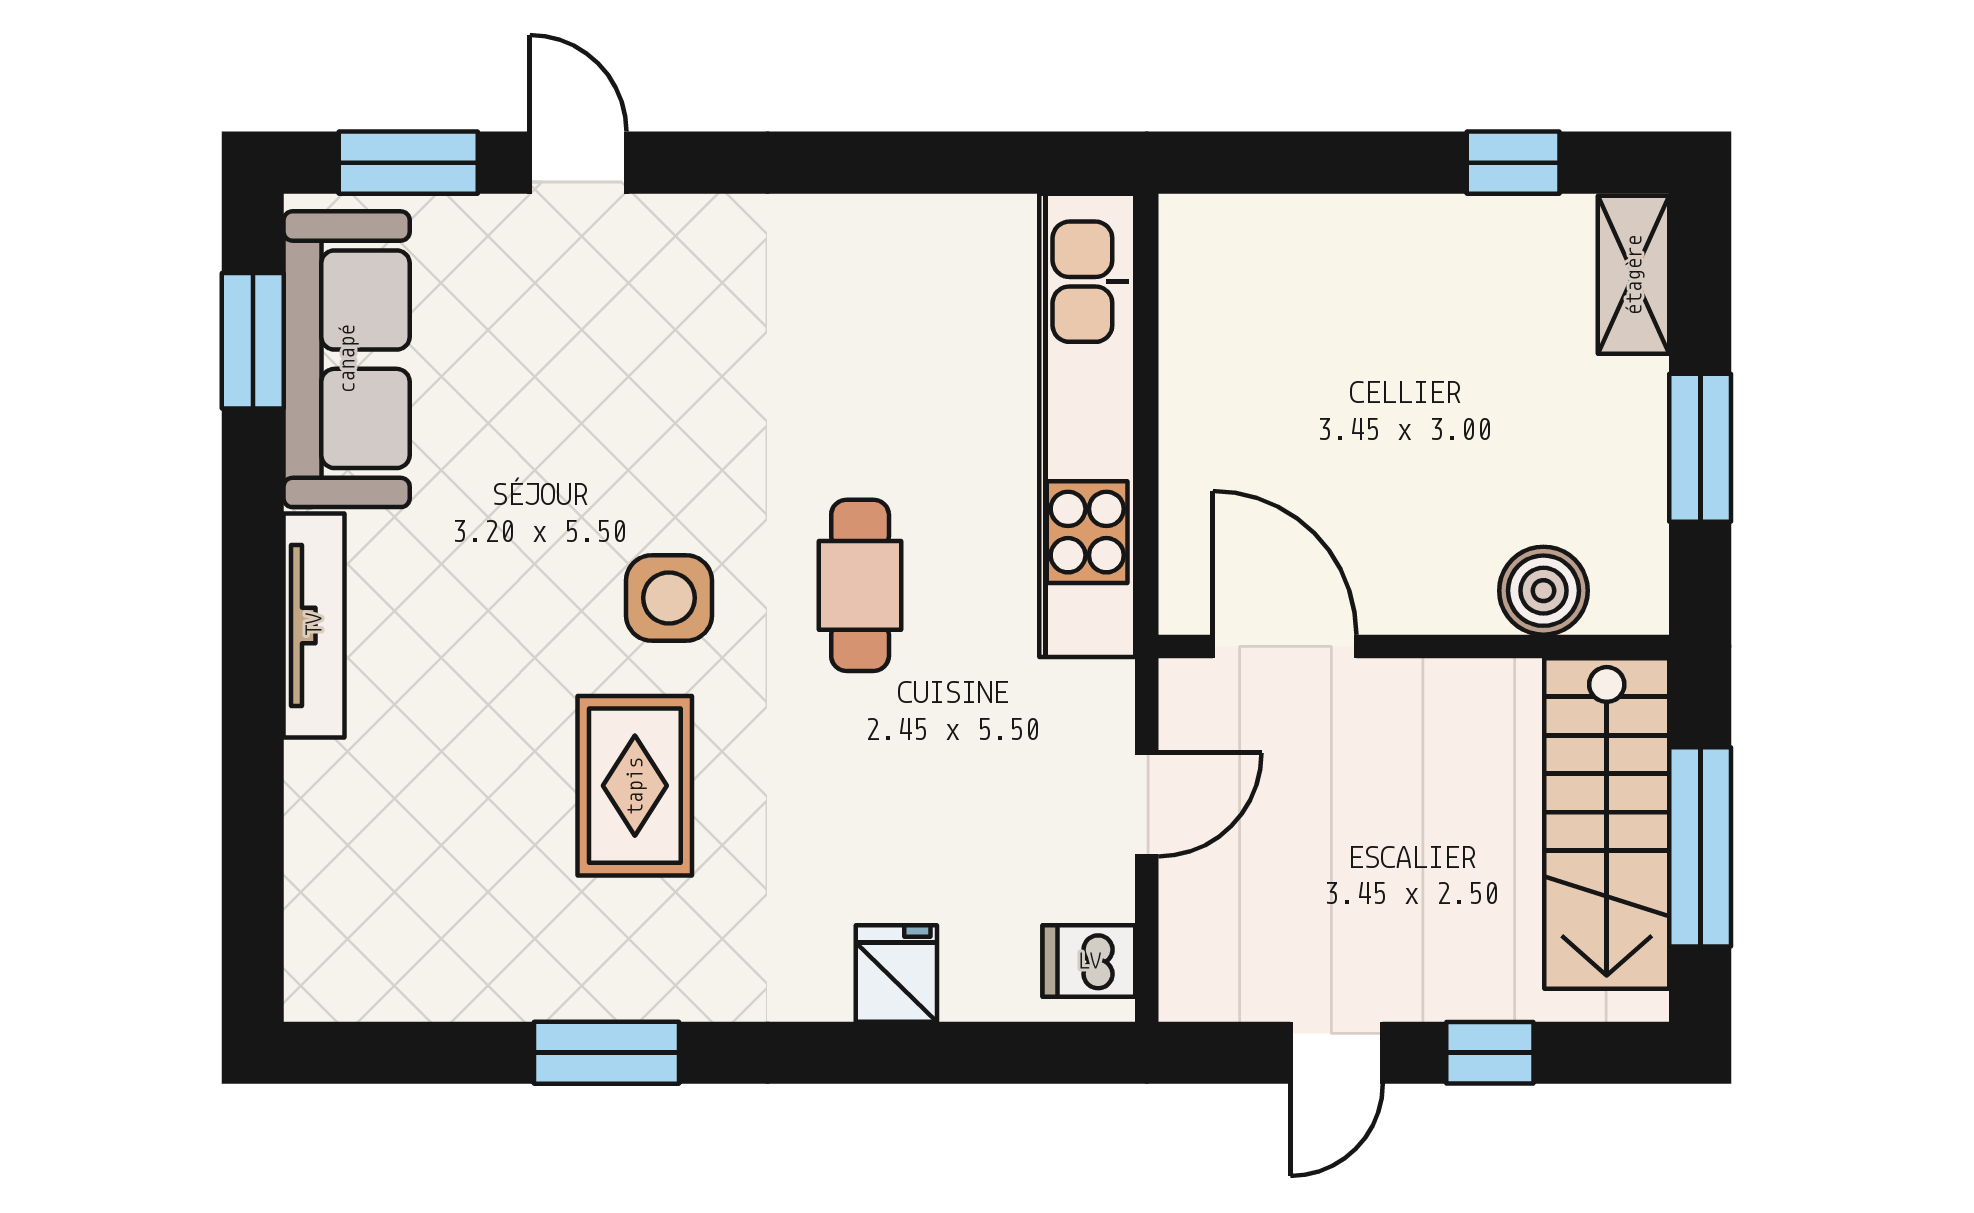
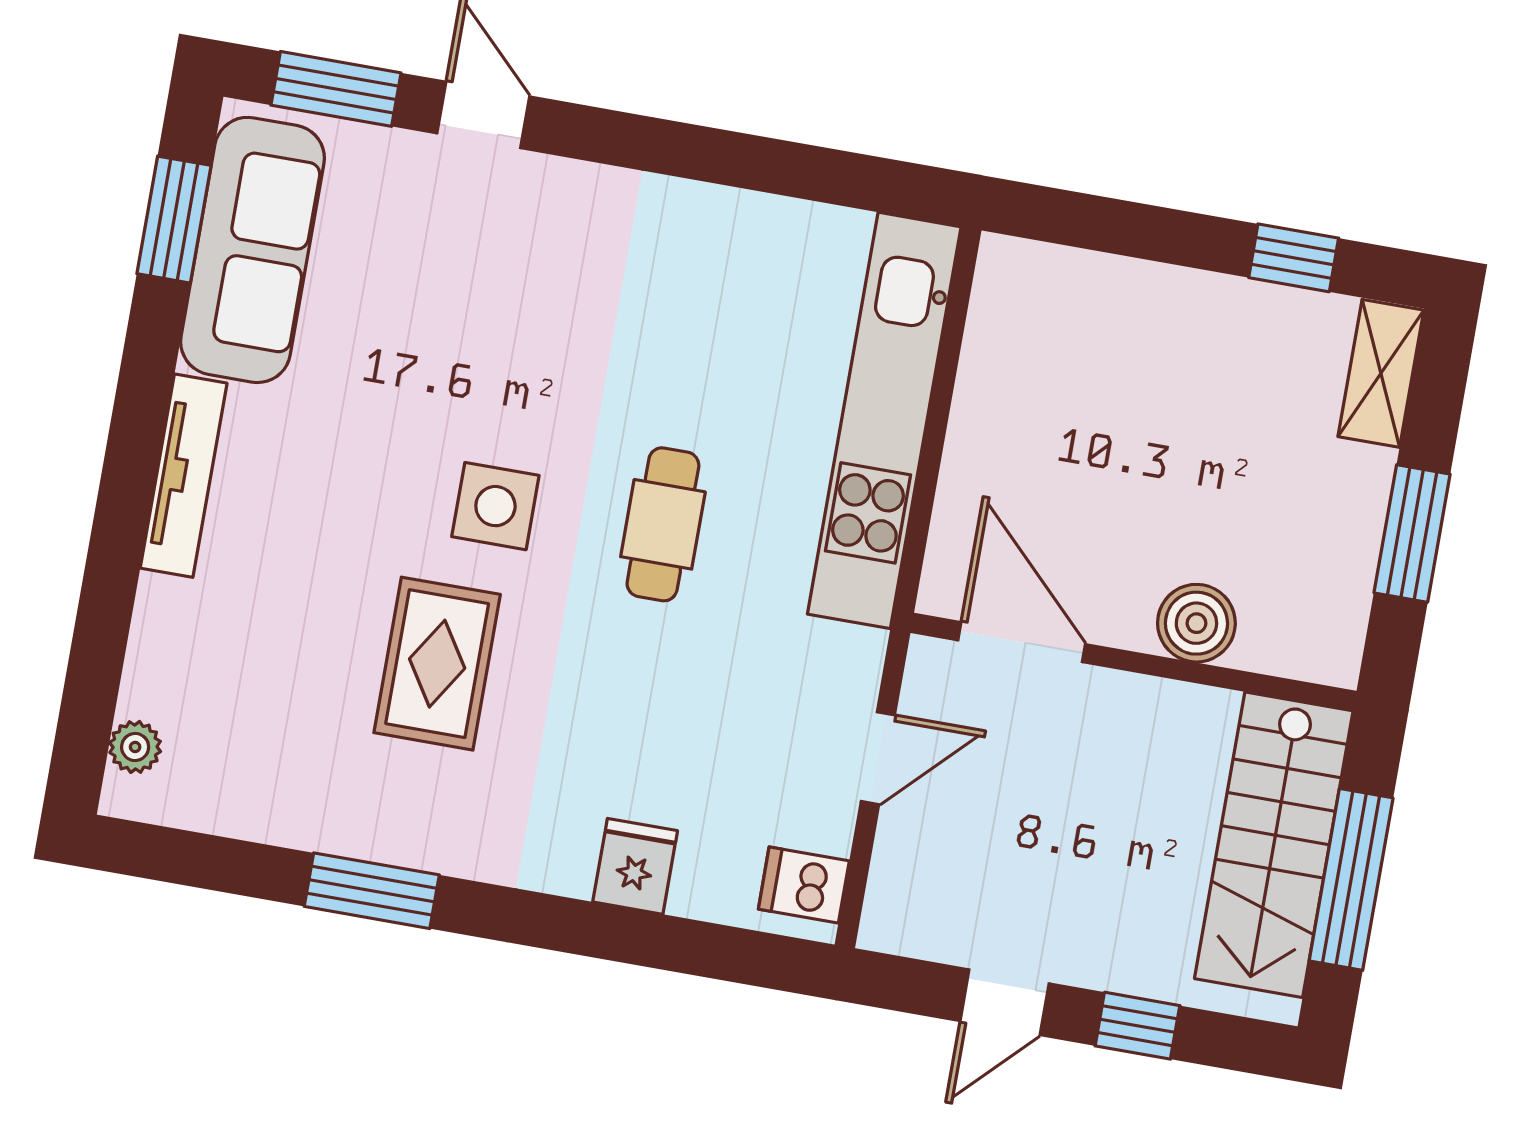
boiler: (1543, 591) -> (1196, 623), moved
plant: (313, 939) -> (135, 747), added

